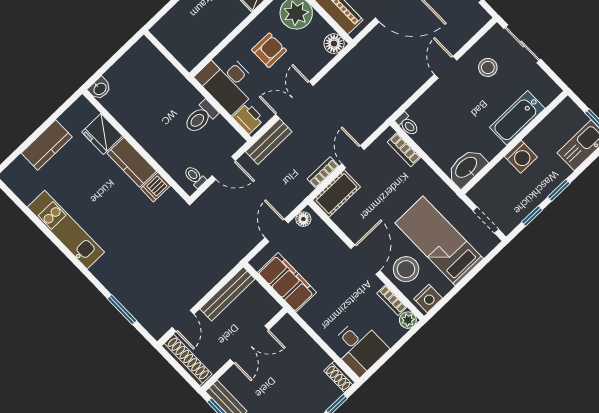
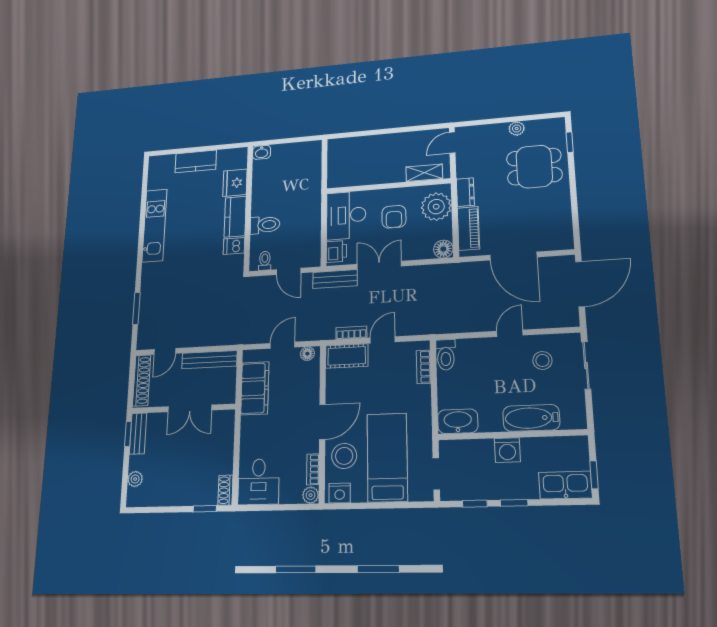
armchair: (269, 50) -> (394, 217), turned 90
toilet: (201, 117) -> (265, 225), moved, turned 180
toilet: (407, 124) -> (446, 355), width x1.37, depth x1.39

